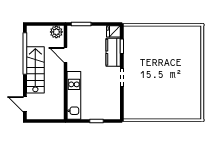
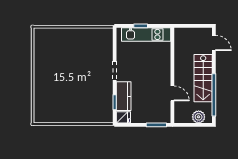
plant: (56, 32) -> (199, 117), moved
kitchen unit: (74, 95) -> (146, 34), moved, turned -90

